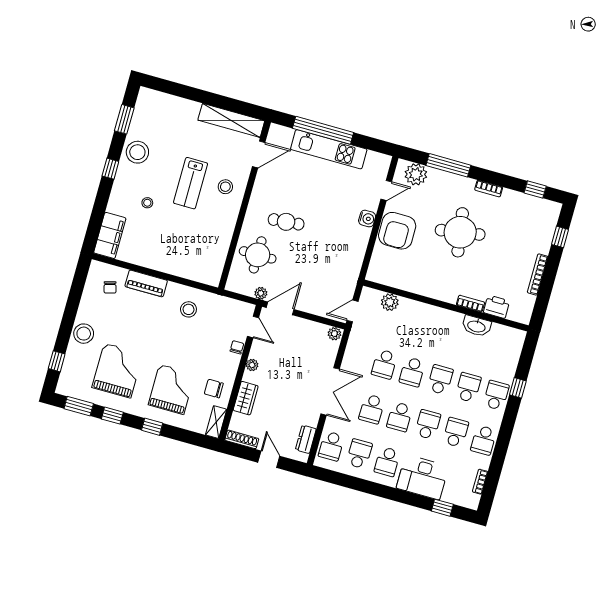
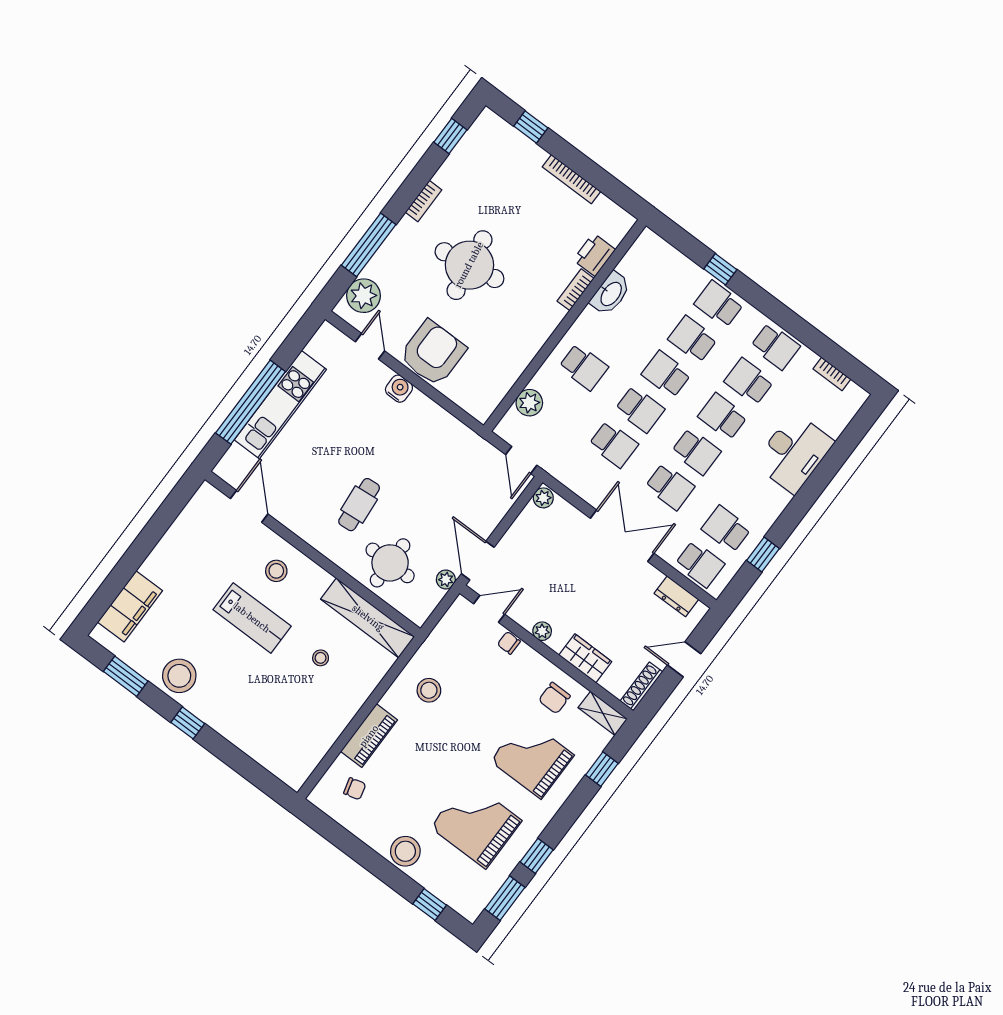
shelving: (231, 120) -> (368, 618), moved, turned 90
stool: (147, 203) -> (321, 658), moved
armchair: (397, 231) -> (433, 353), turned -90
filing cabinet: (110, 235) -> (130, 606), moved, turned 90
window: (152, 427) -> (602, 769), moved
school desk: (387, 462) -> (584, 367), moved
window: (442, 508) -> (763, 554), moved

